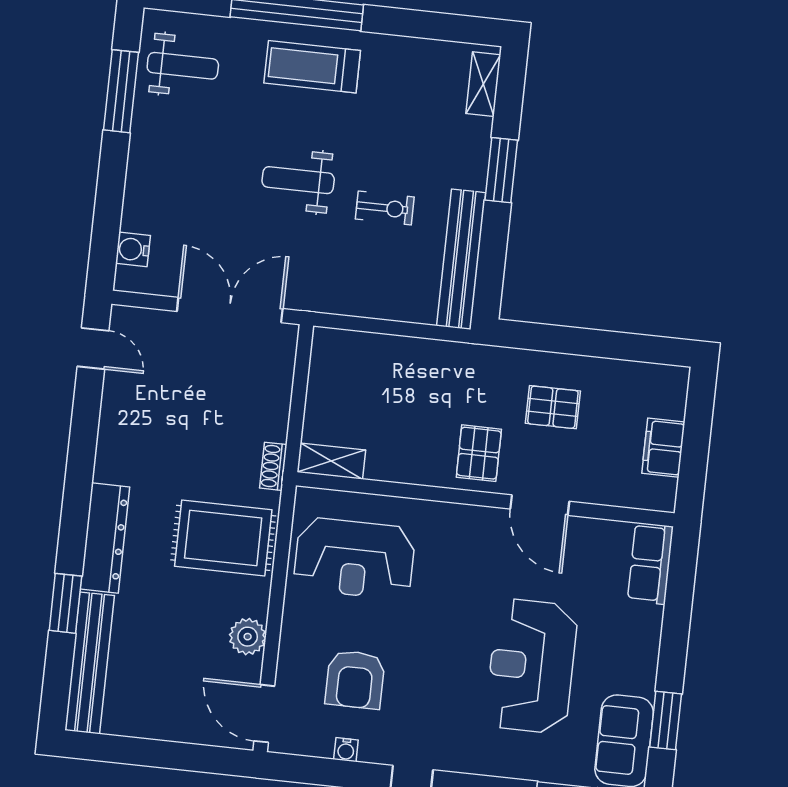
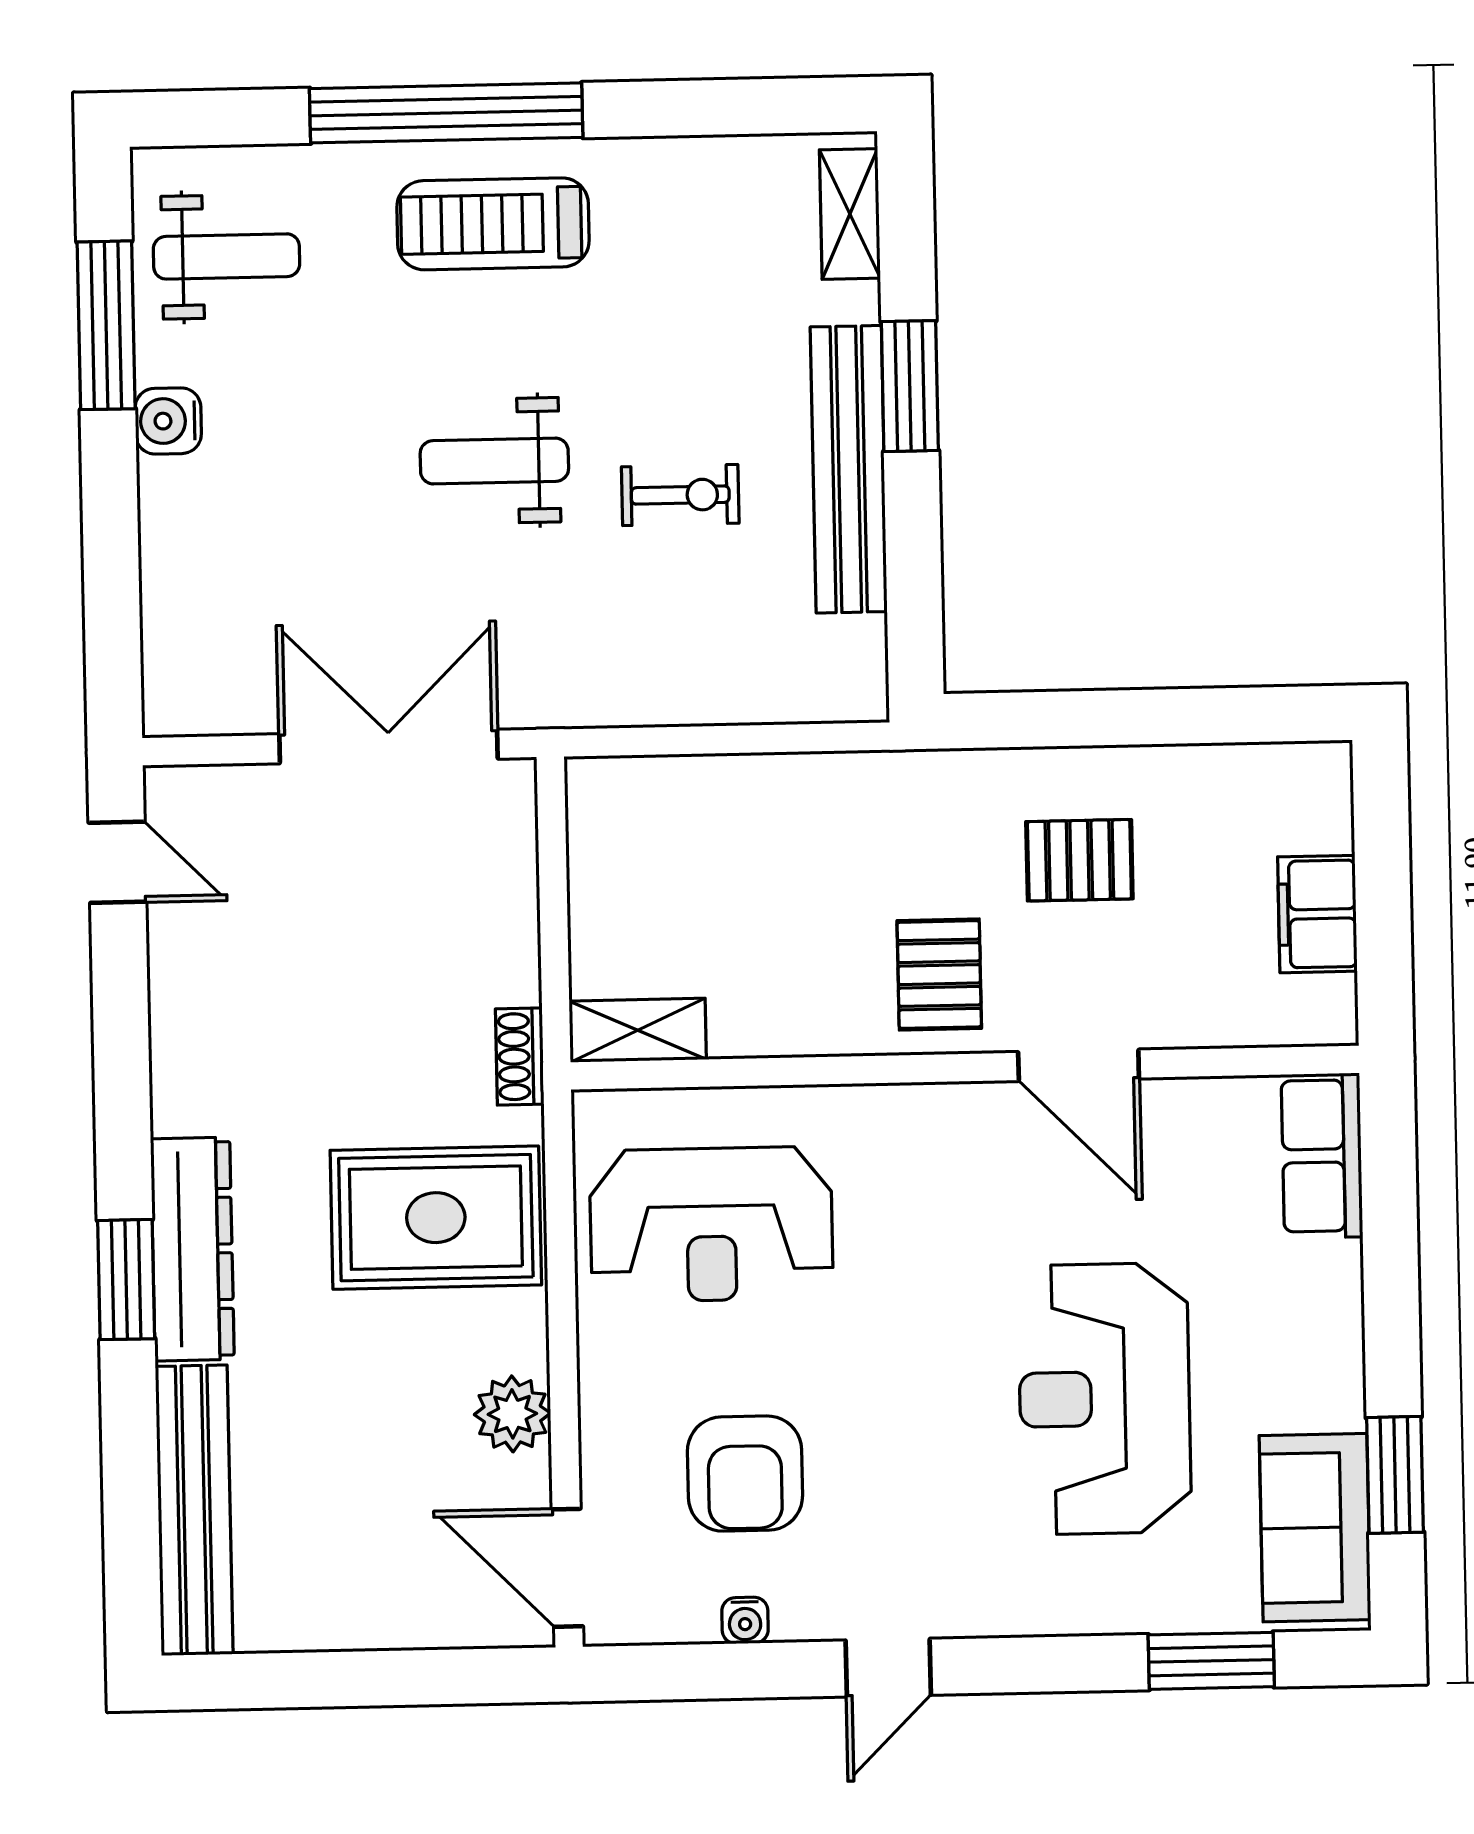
water cooler: (133, 249) -> (168, 421), moved
bench: (461, 259) -> (849, 469), moved
window: (65, 603) -> (126, 1280), moved

